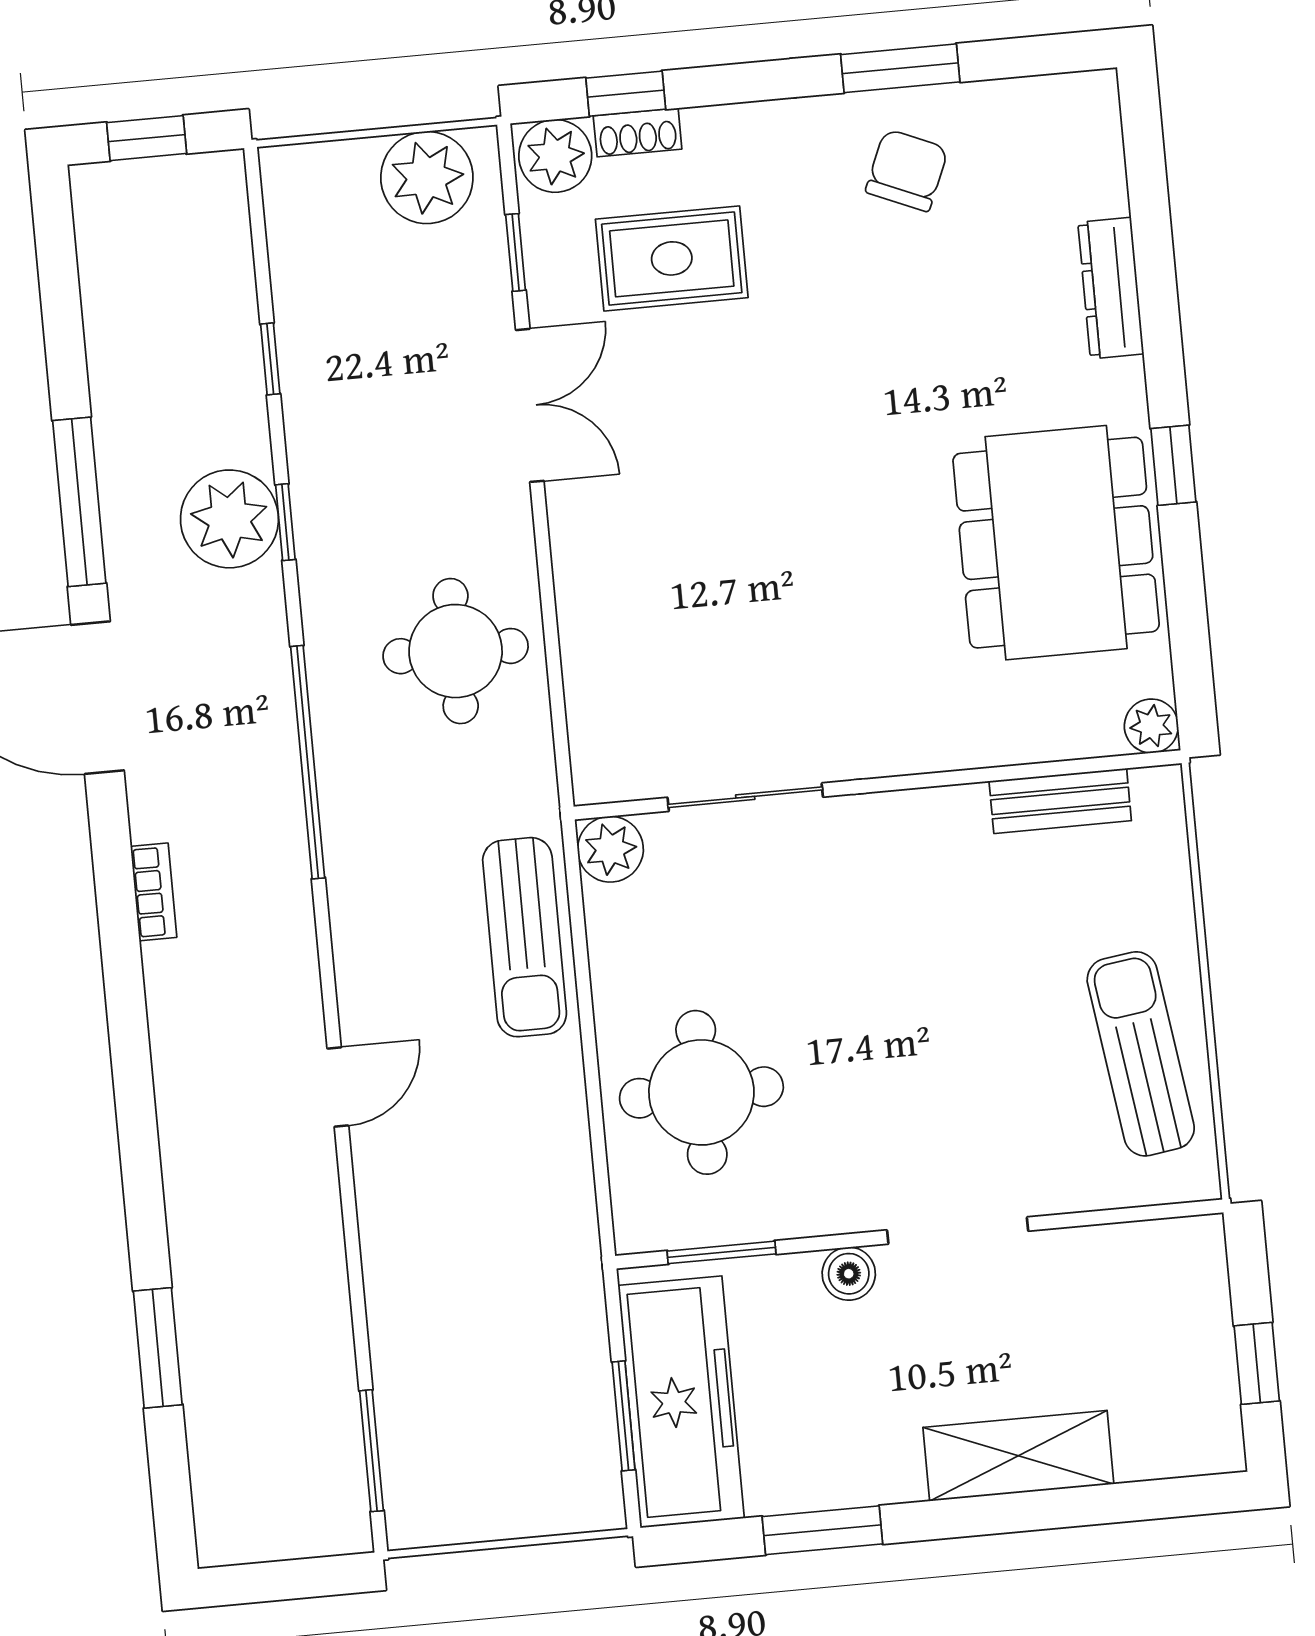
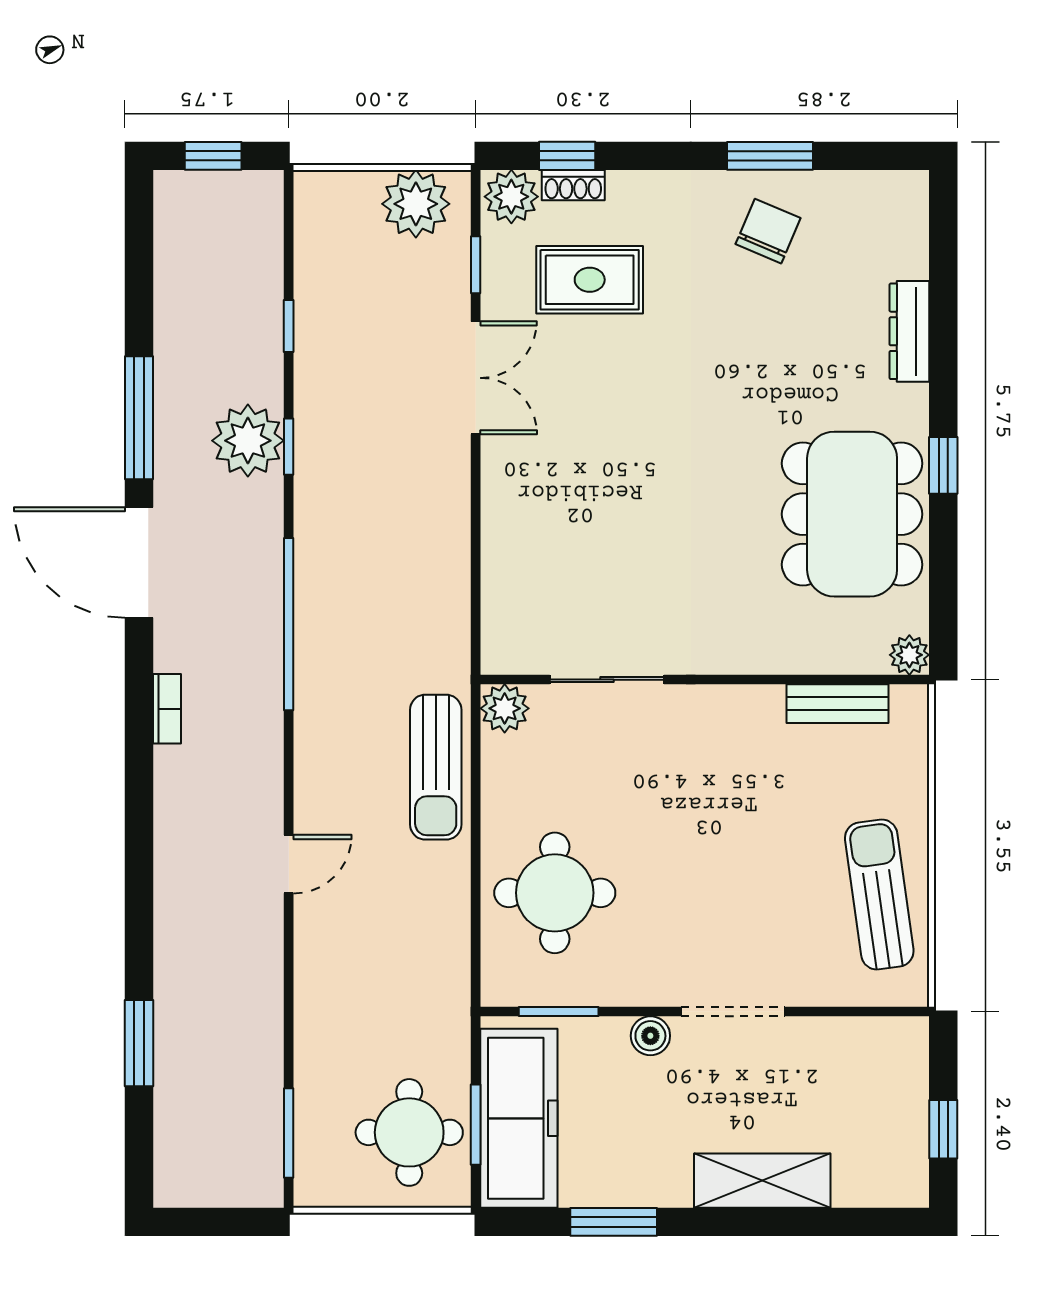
round table: (456, 651) -> (409, 1132), moved

